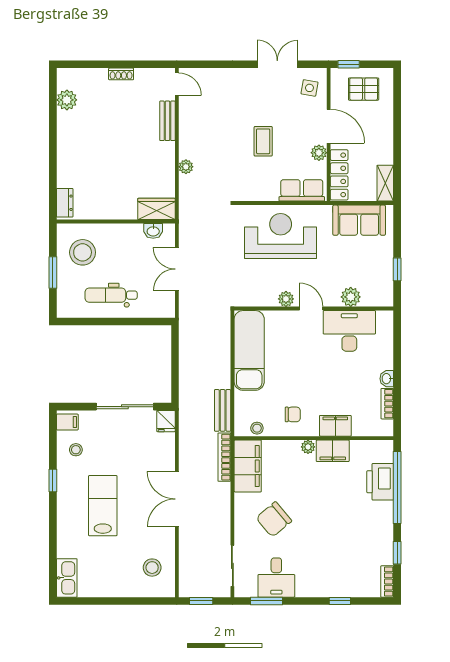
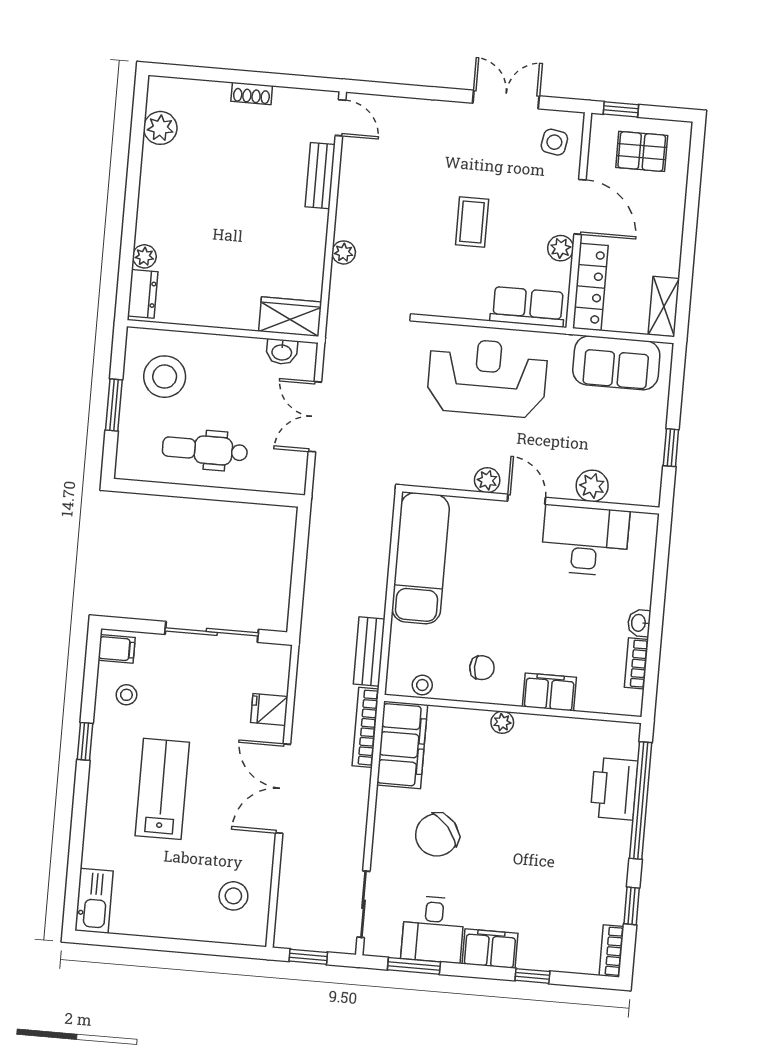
plant: (64, 180) -> (144, 256), added
fridge: (166, 421) -> (269, 709), moved, turned 90
filing cabinet: (333, 451) -> (490, 949), moved, turned 180

